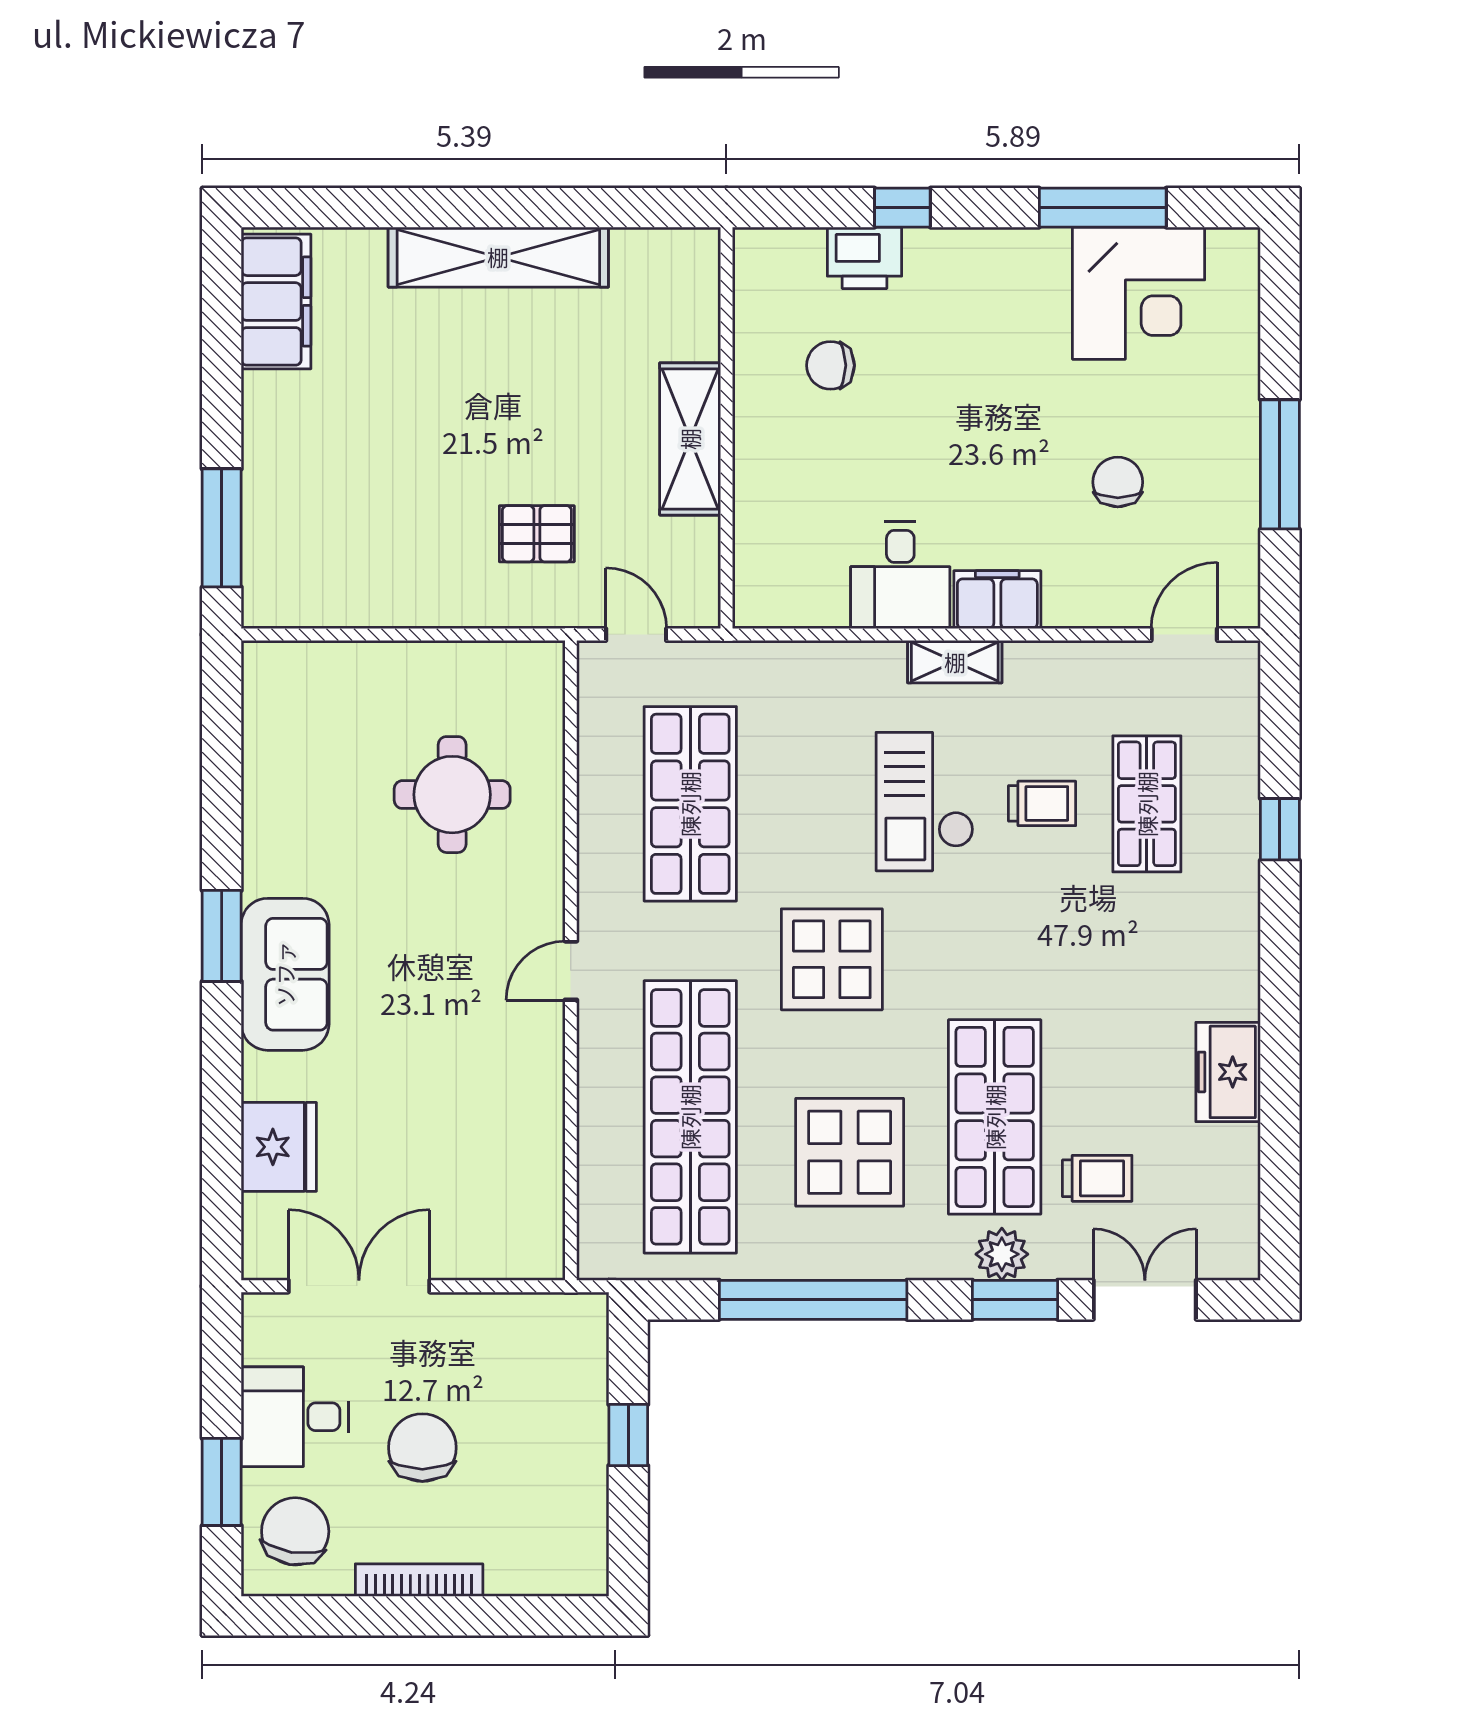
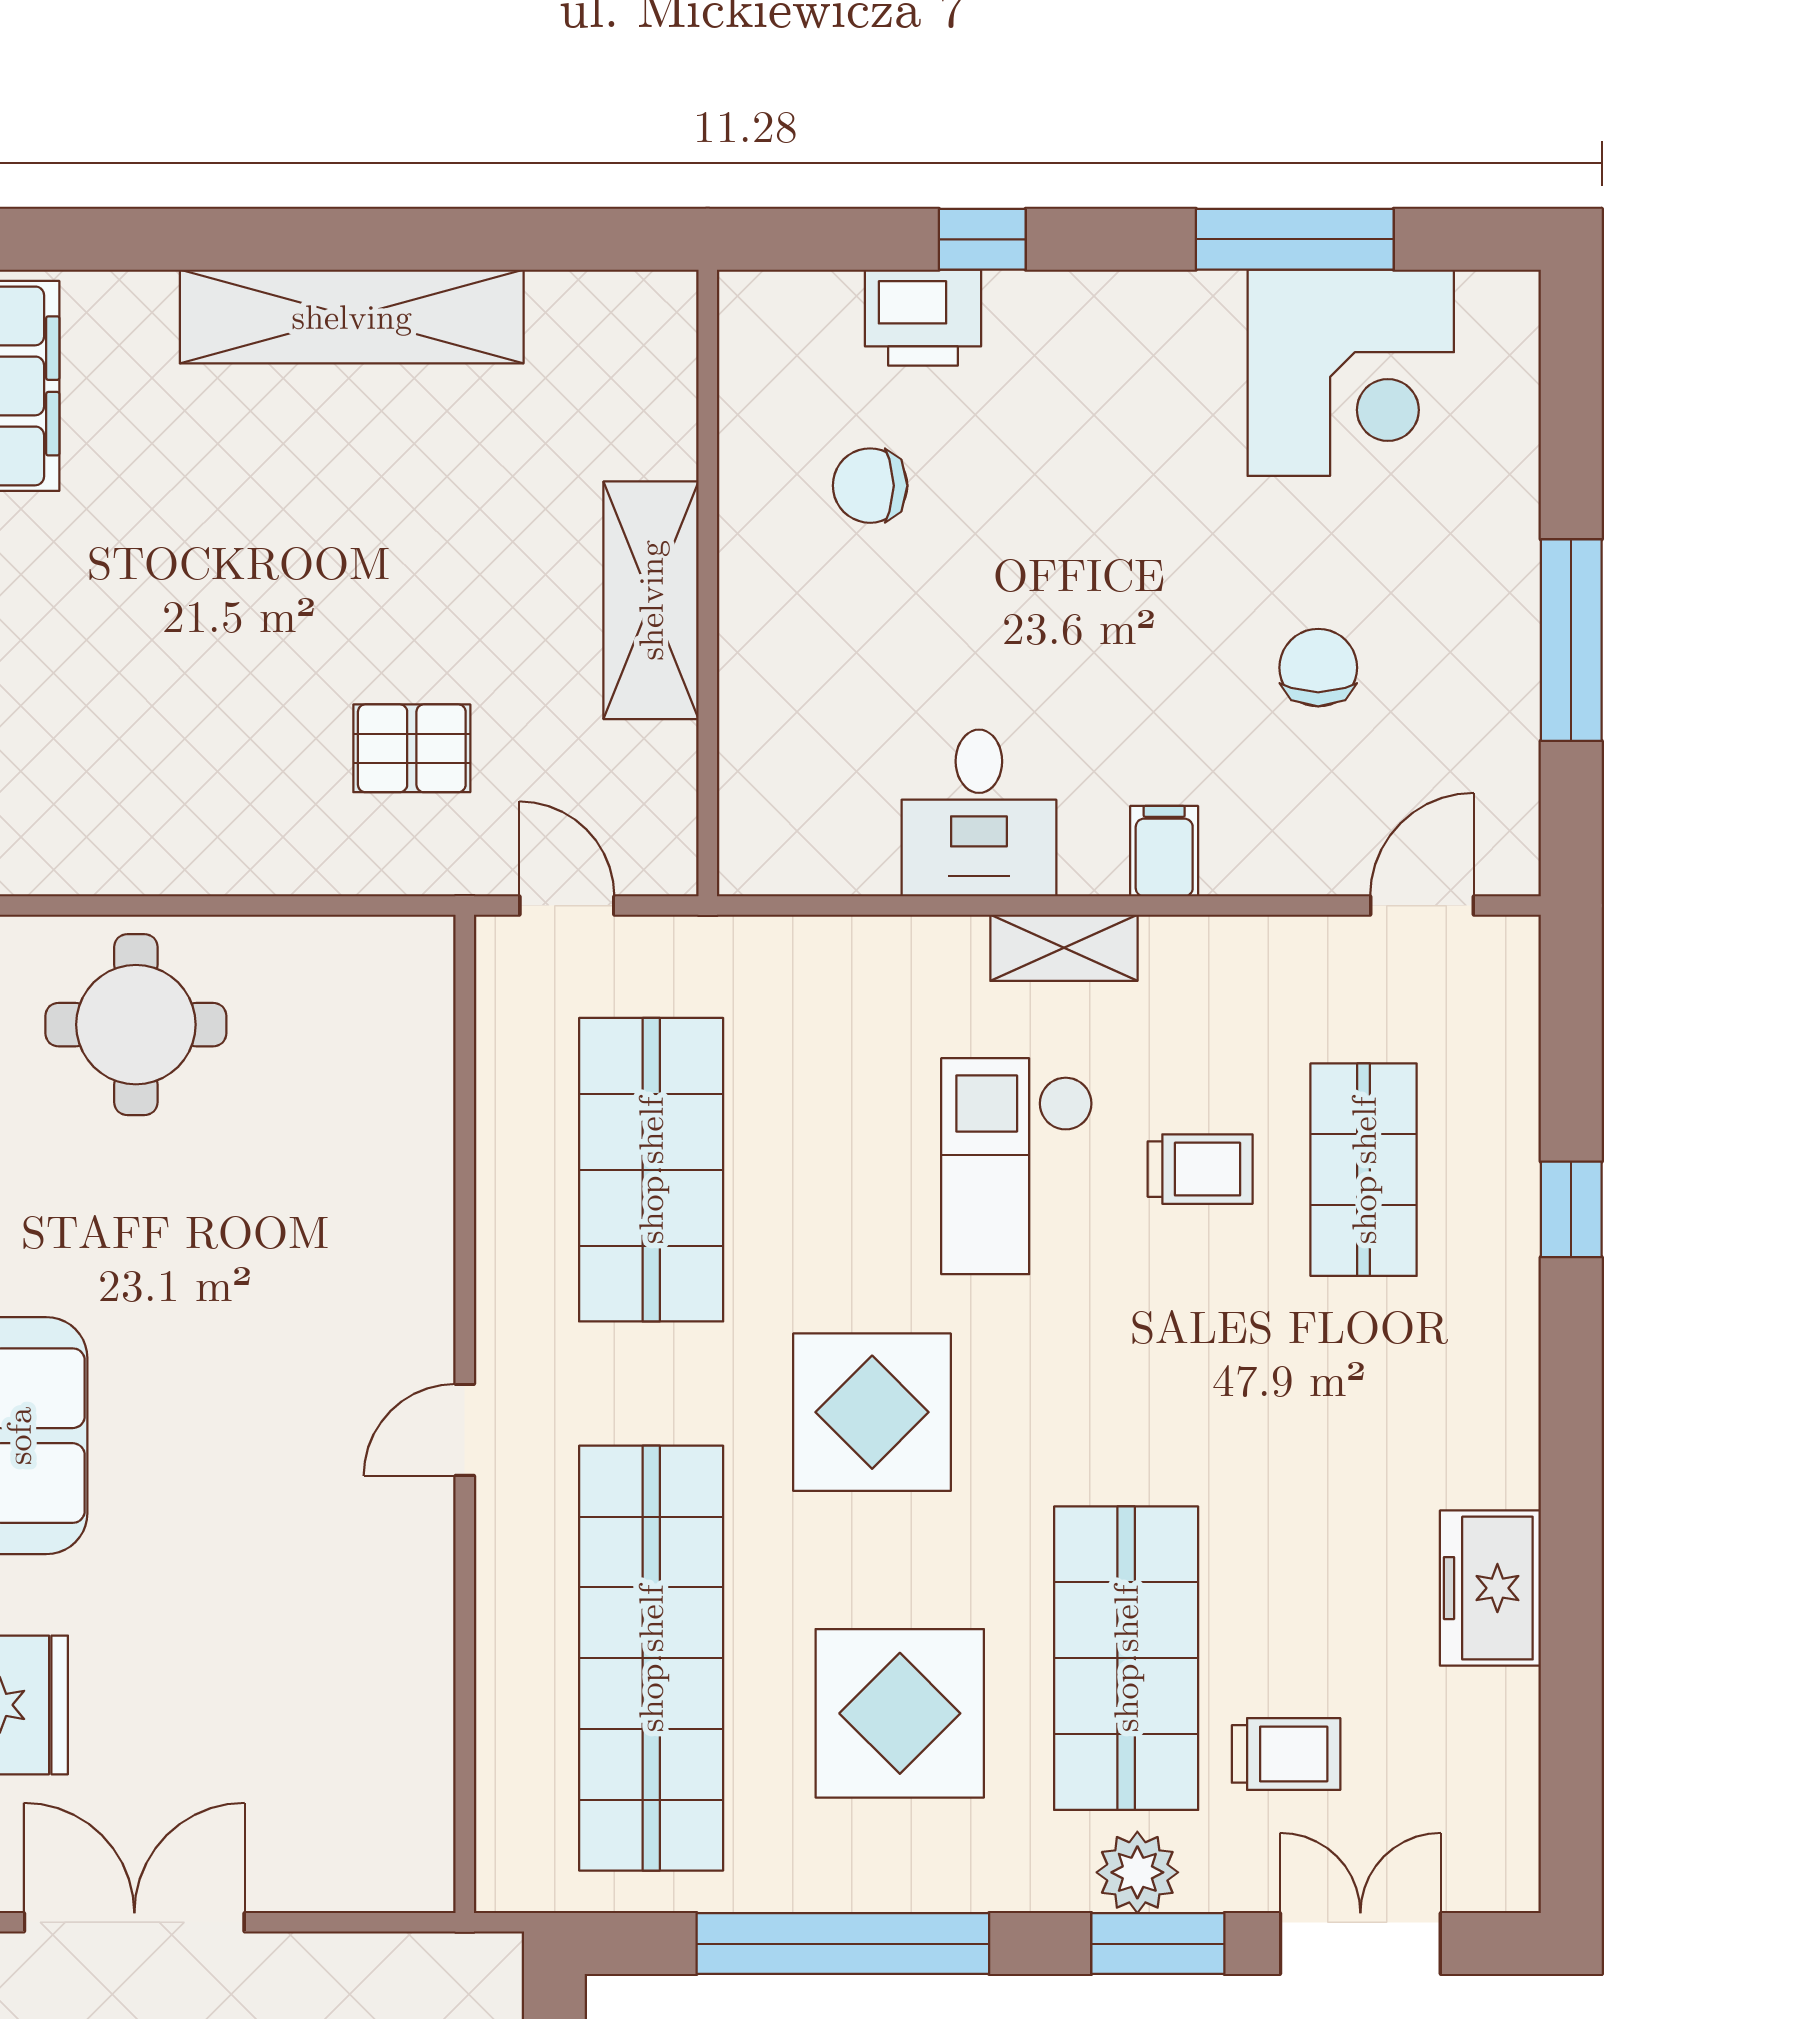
filing cabinet: (997, 600) -> (1164, 851), width x0.50
round table: (452, 795) -> (136, 1025), moved

